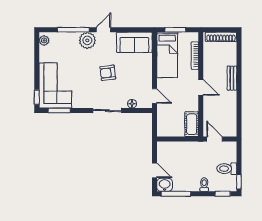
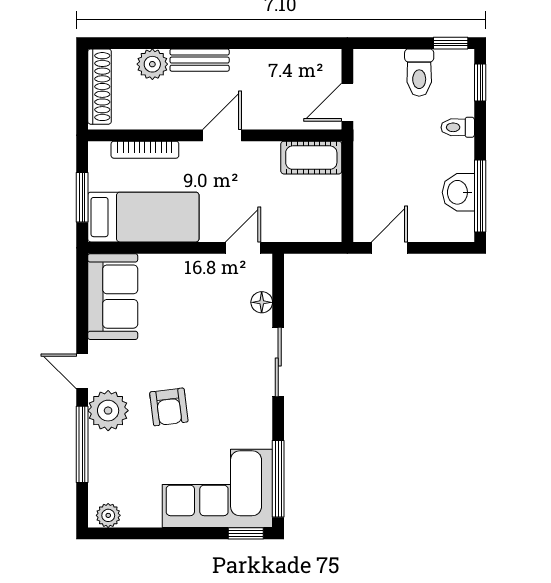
plant: (230, 59) -> (152, 64), added
armchair: (108, 73) -> (169, 407), moved
window: (59, 111) -> (278, 479), width x1.44
door: (154, 170) -> (389, 248), moved
washbasin: (165, 185) -> (458, 192), moved

